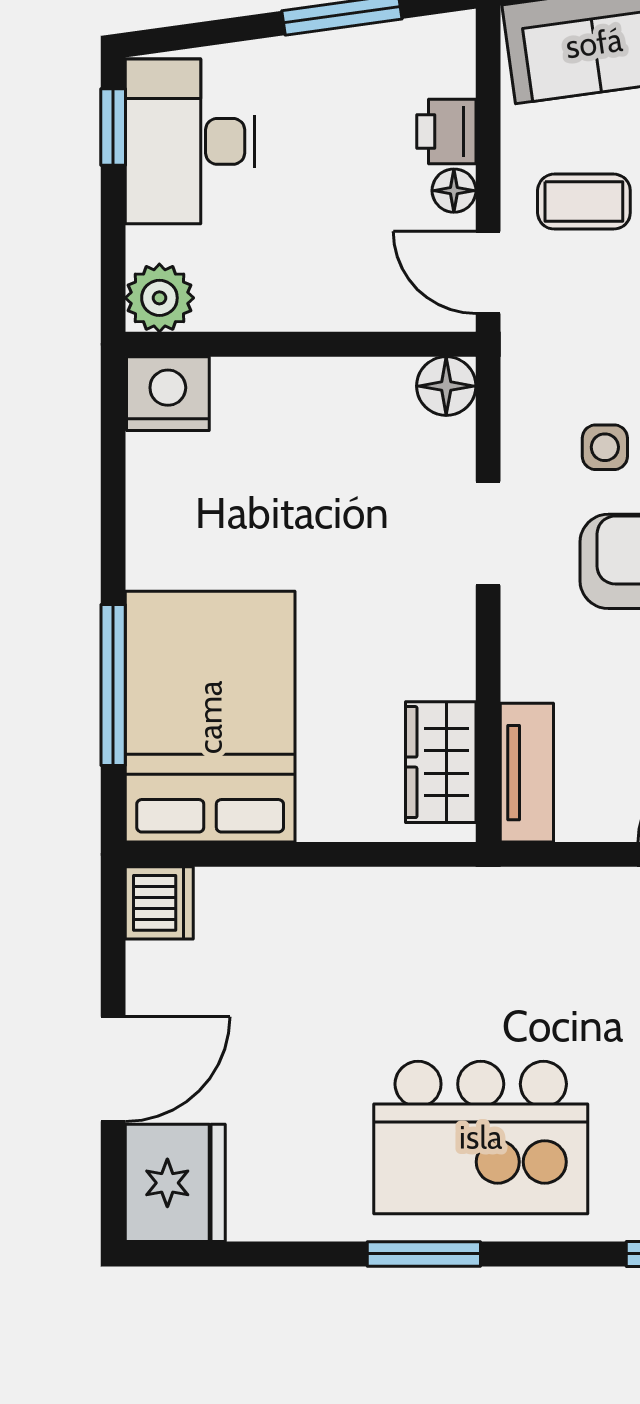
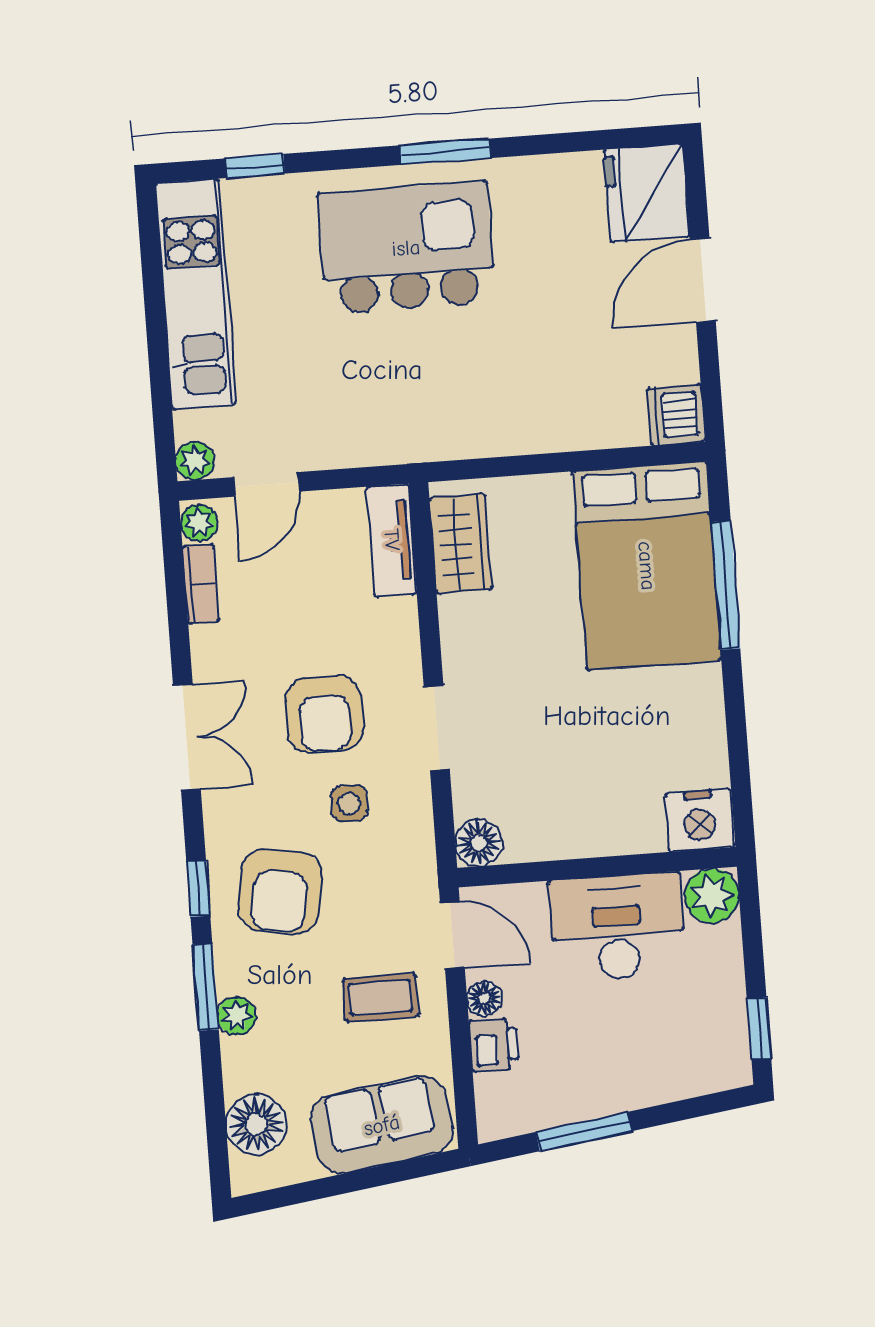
desk: (190, 141) -> (617, 927), moved, turned -90

